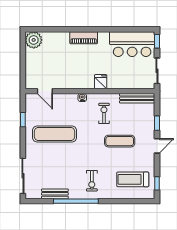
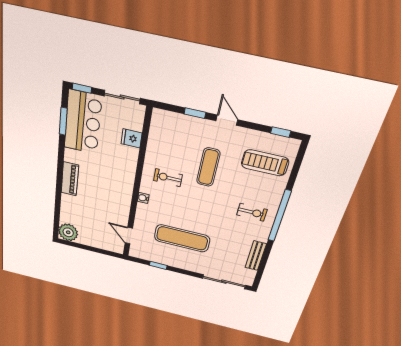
window: (130, 29) -> (63, 121), added
fridge: (101, 82) -> (131, 138), moved
door: (45, 91) -> (129, 236), swing flipped
bench: (137, 98) -> (156, 132), removed
exercise mat: (55, 134) -> (182, 238), turned 90
treadmill: (133, 179) -> (265, 163), turned 90
window: (76, 201) -> (279, 216), moved

